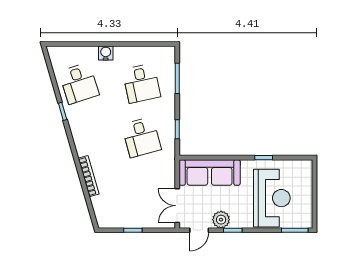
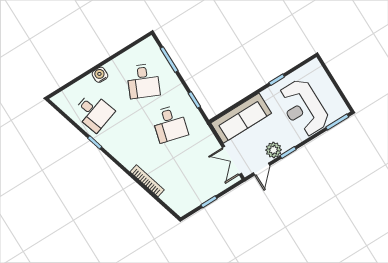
desk: (141, 83) -> (143, 81), turned 36
desk: (141, 137) -> (170, 124), turned 30
reception desk: (272, 198) -> (303, 108), turned 180

